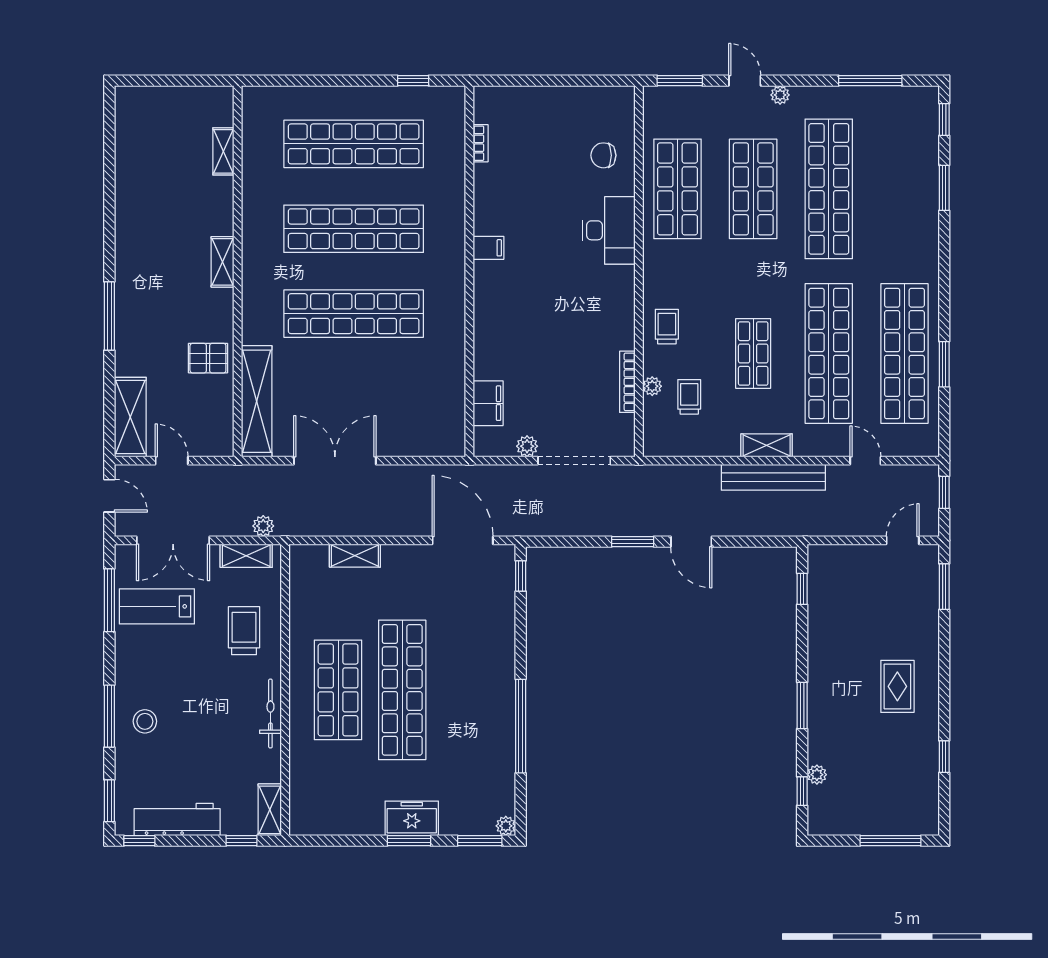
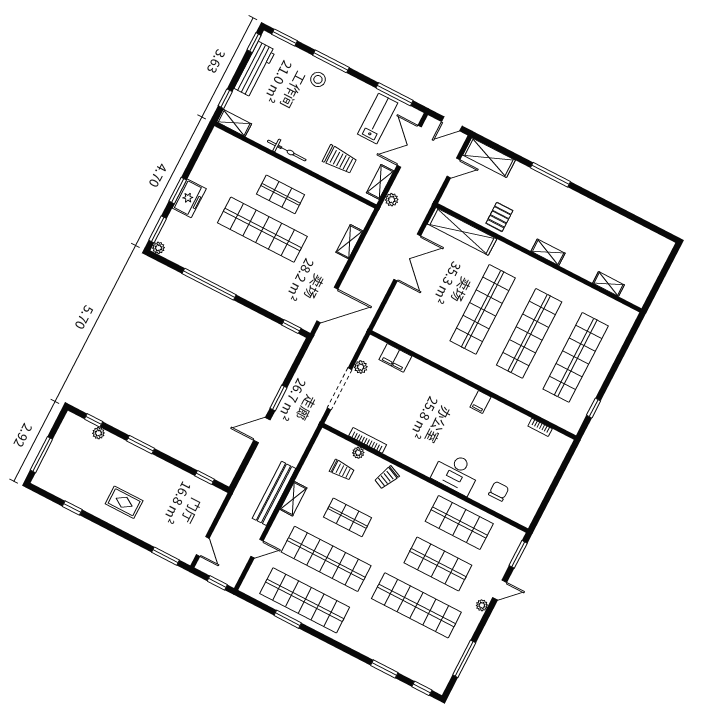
trolley: (667, 327) -> (387, 478), turned 114
shop shelf: (338, 690) -> (281, 194), width x0.70, depth x0.74

